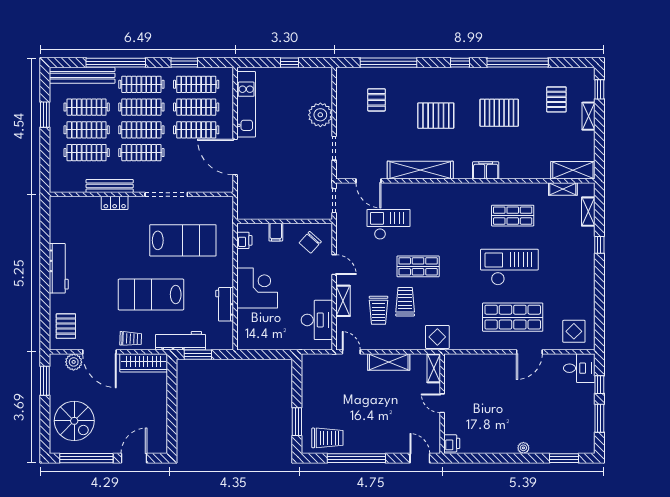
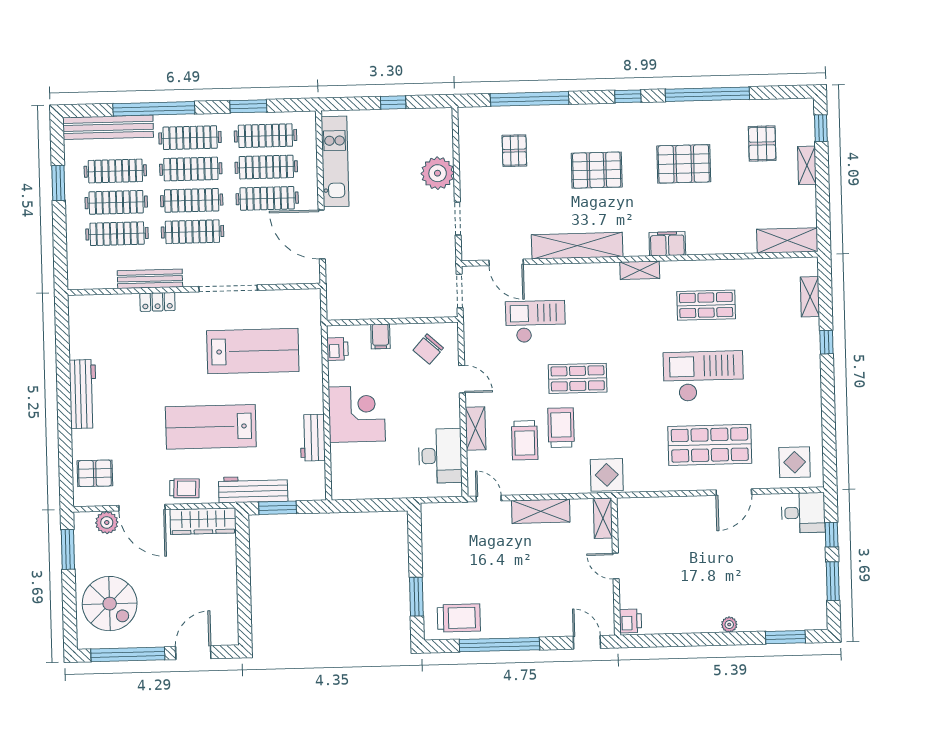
shelving: (563, 189) -> (640, 270), moved
pallet: (66, 326) -> (95, 473), turned 90

